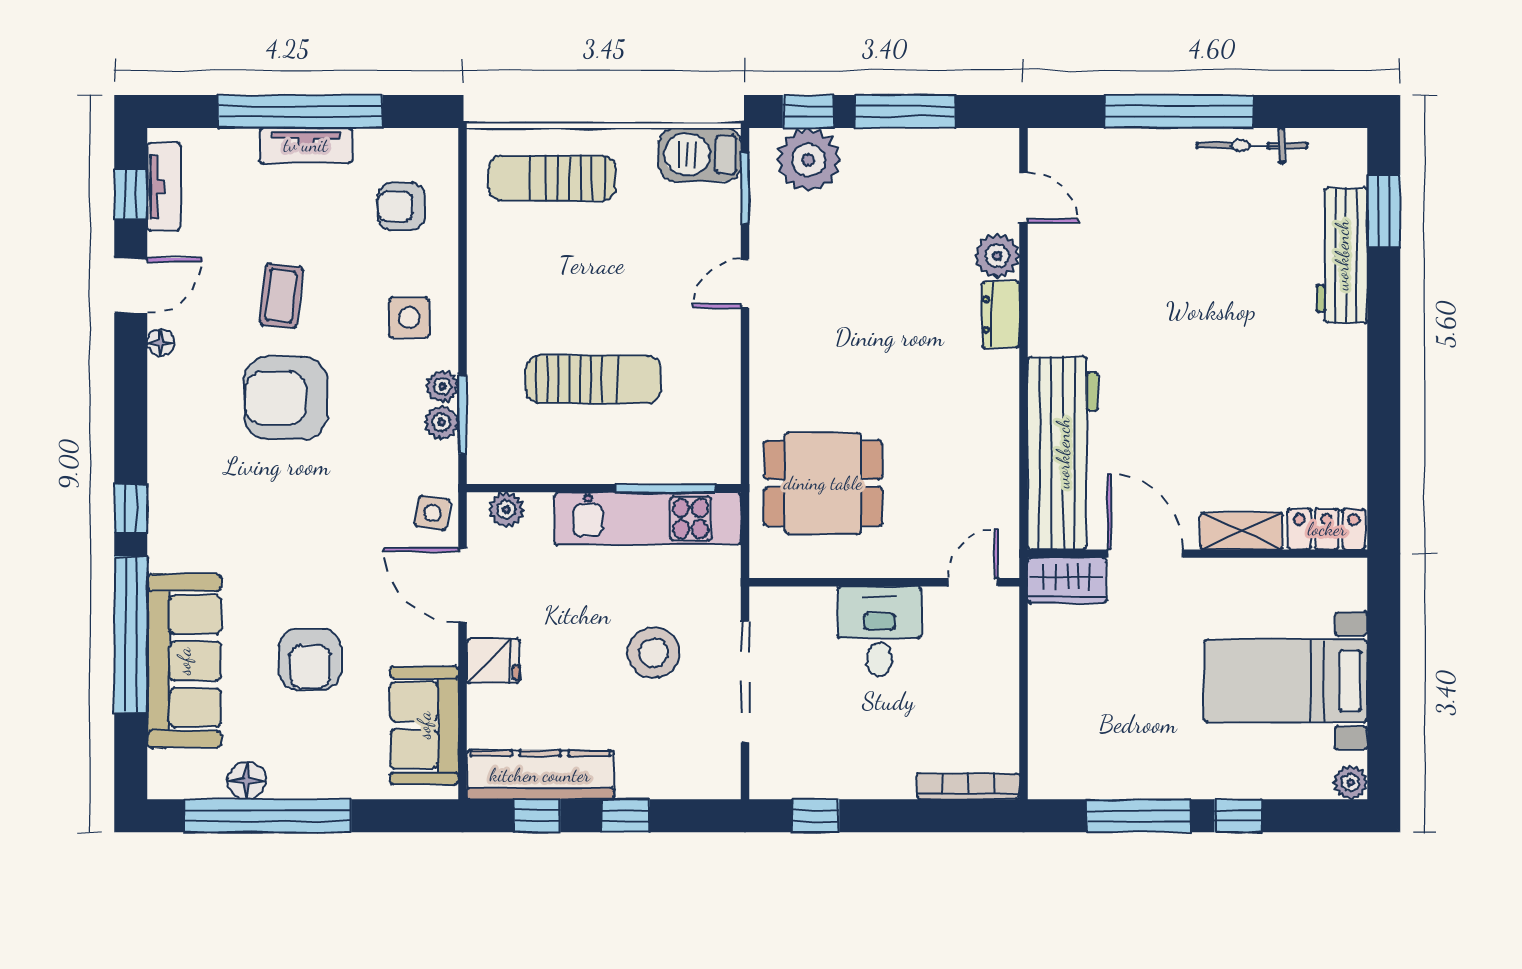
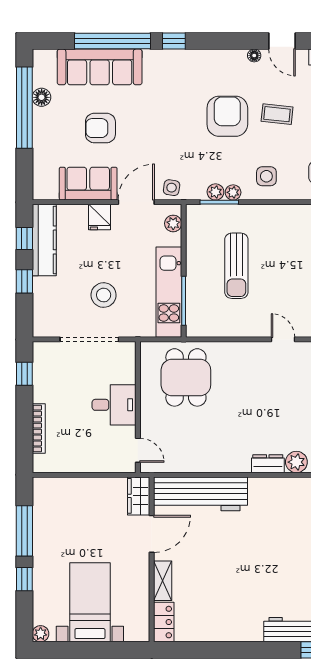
sofa: (424, 725) -> (88, 184), moved
bookcase: (968, 786) -> (39, 429), moved

